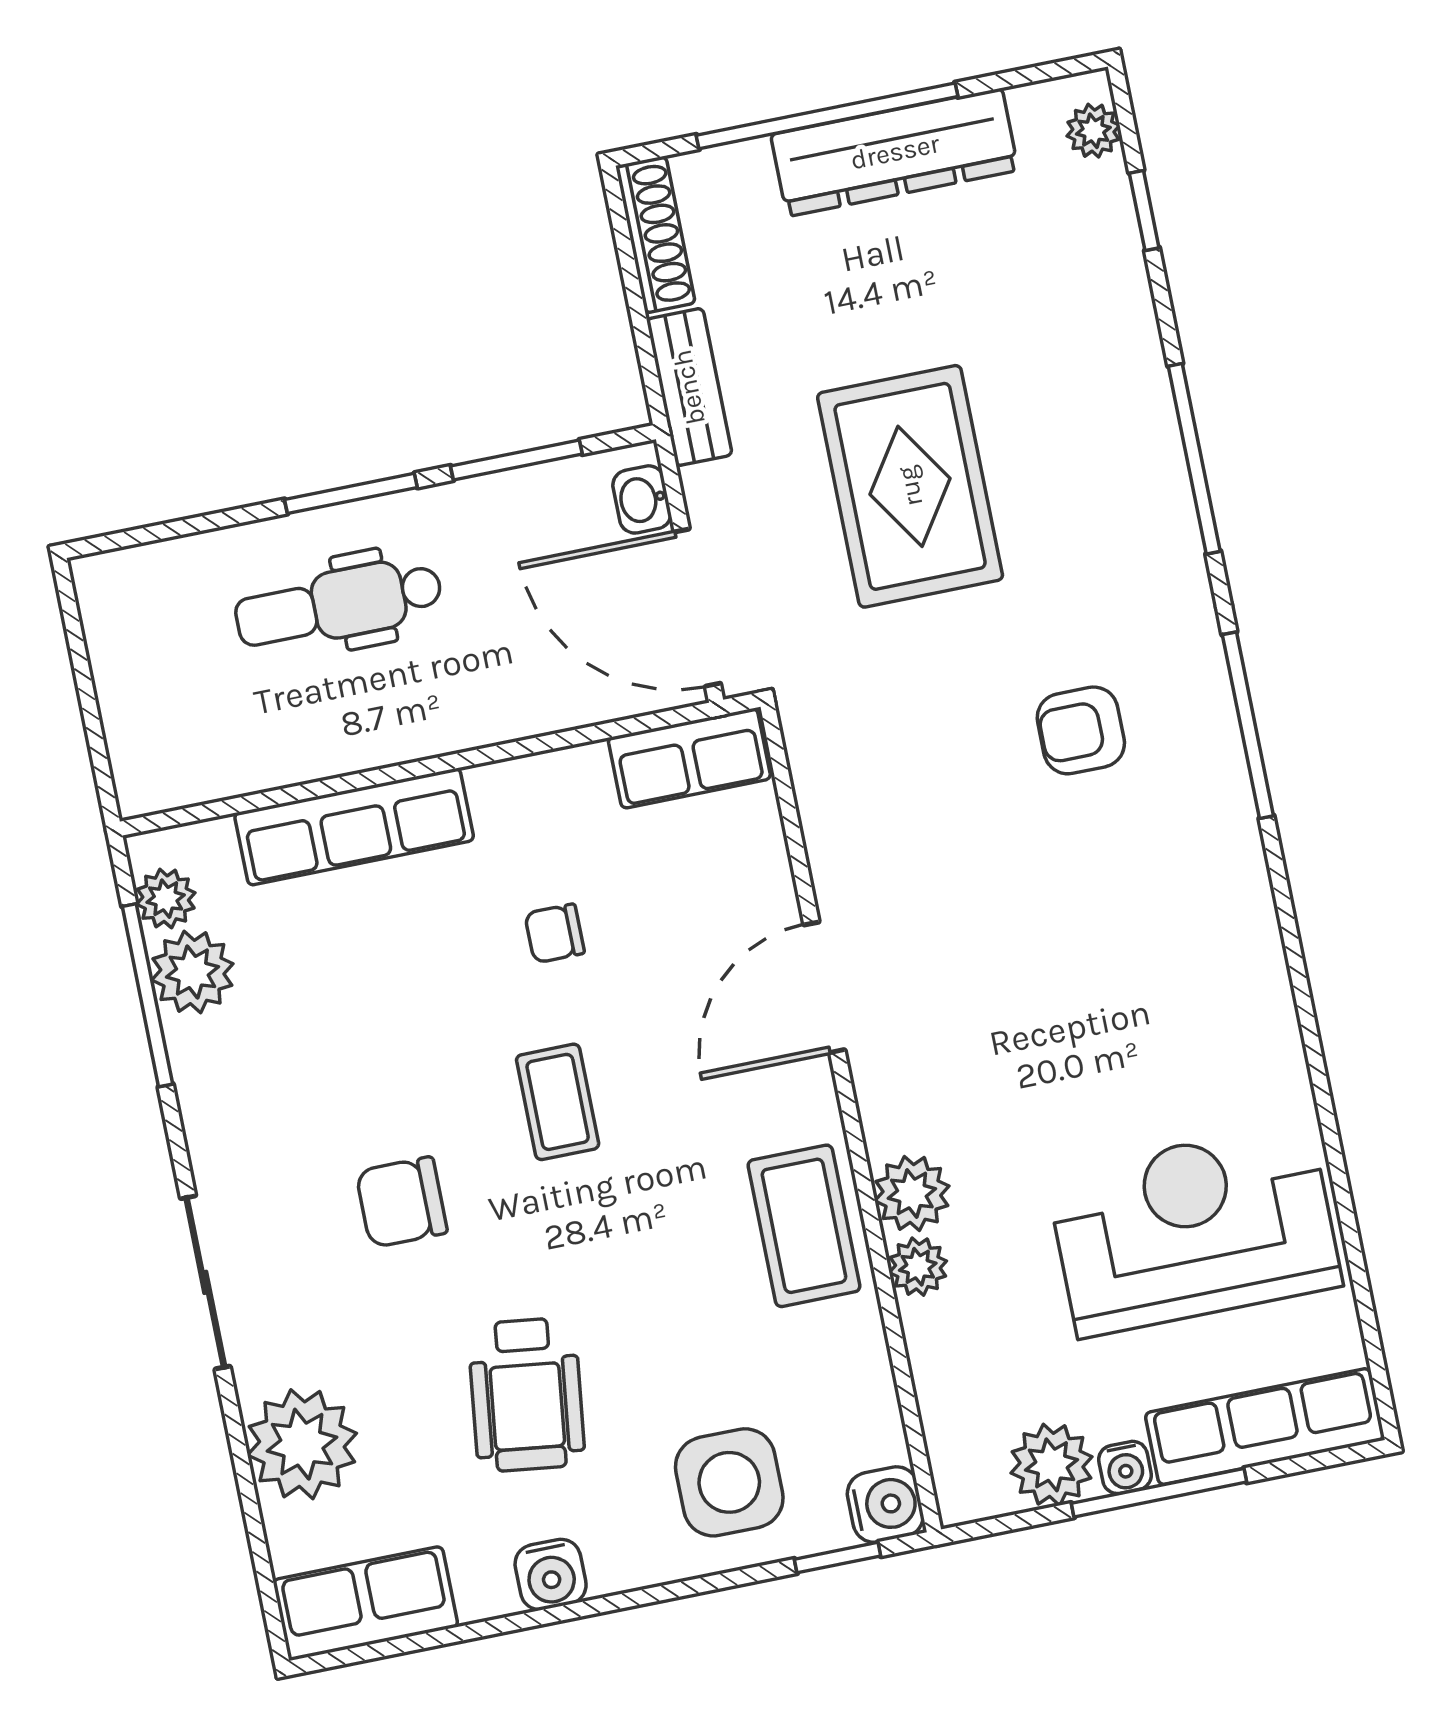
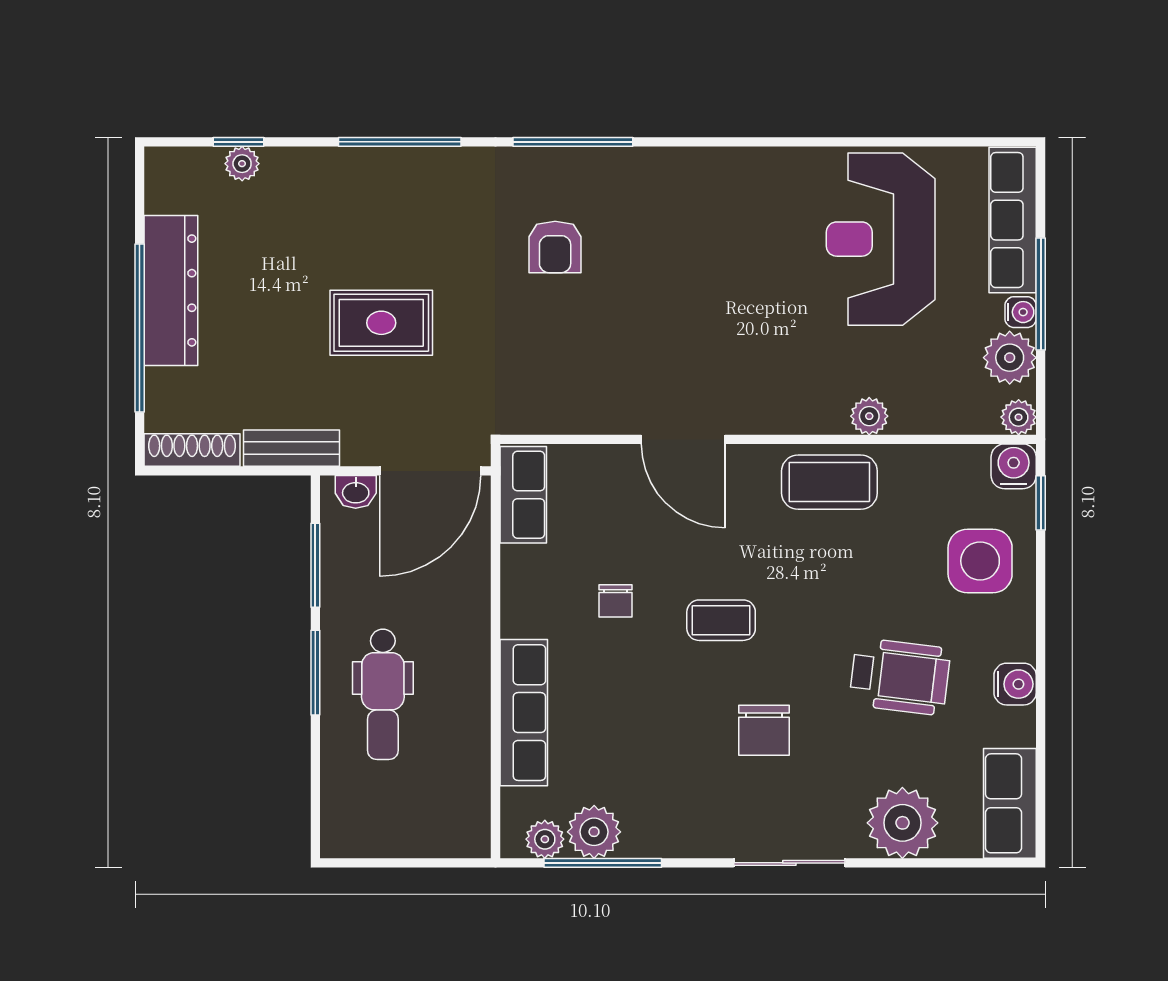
plant: (1093, 131) -> (242, 164), moved
rug: (910, 486) -> (381, 323), width x0.73, depth x0.70
plant: (912, 1193) -> (1019, 417), moved, width x0.73, depth x0.73

